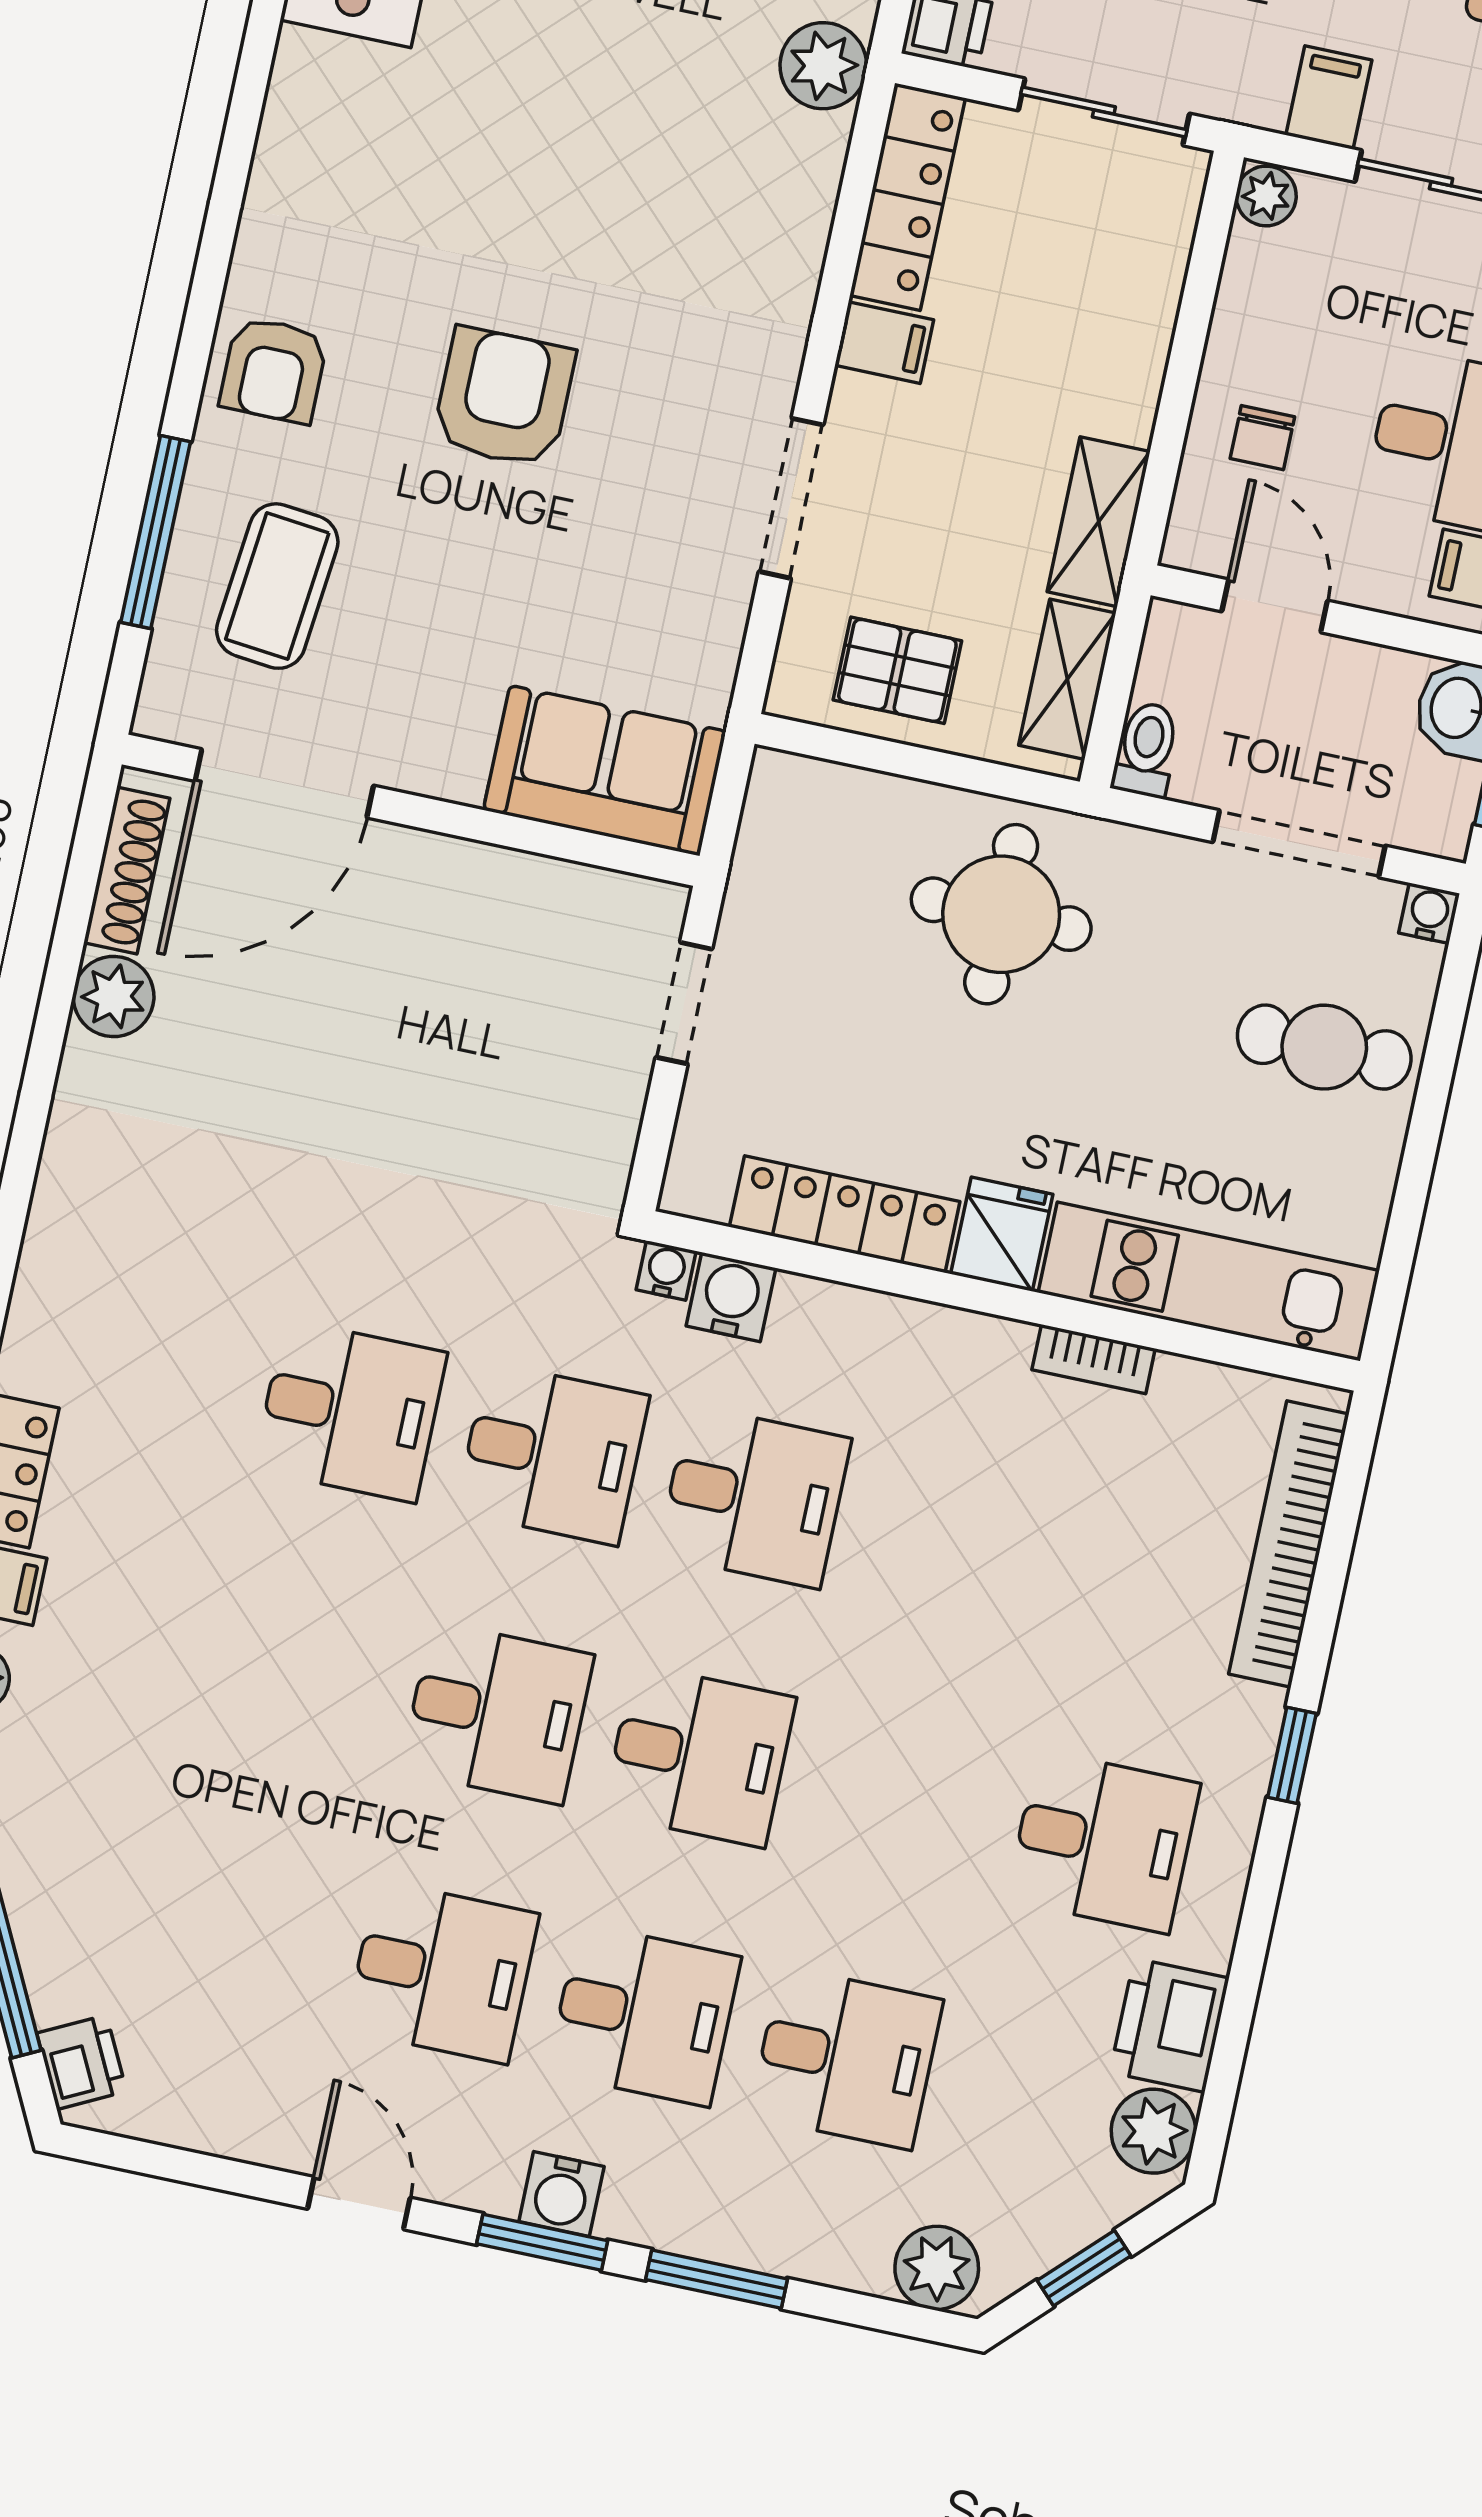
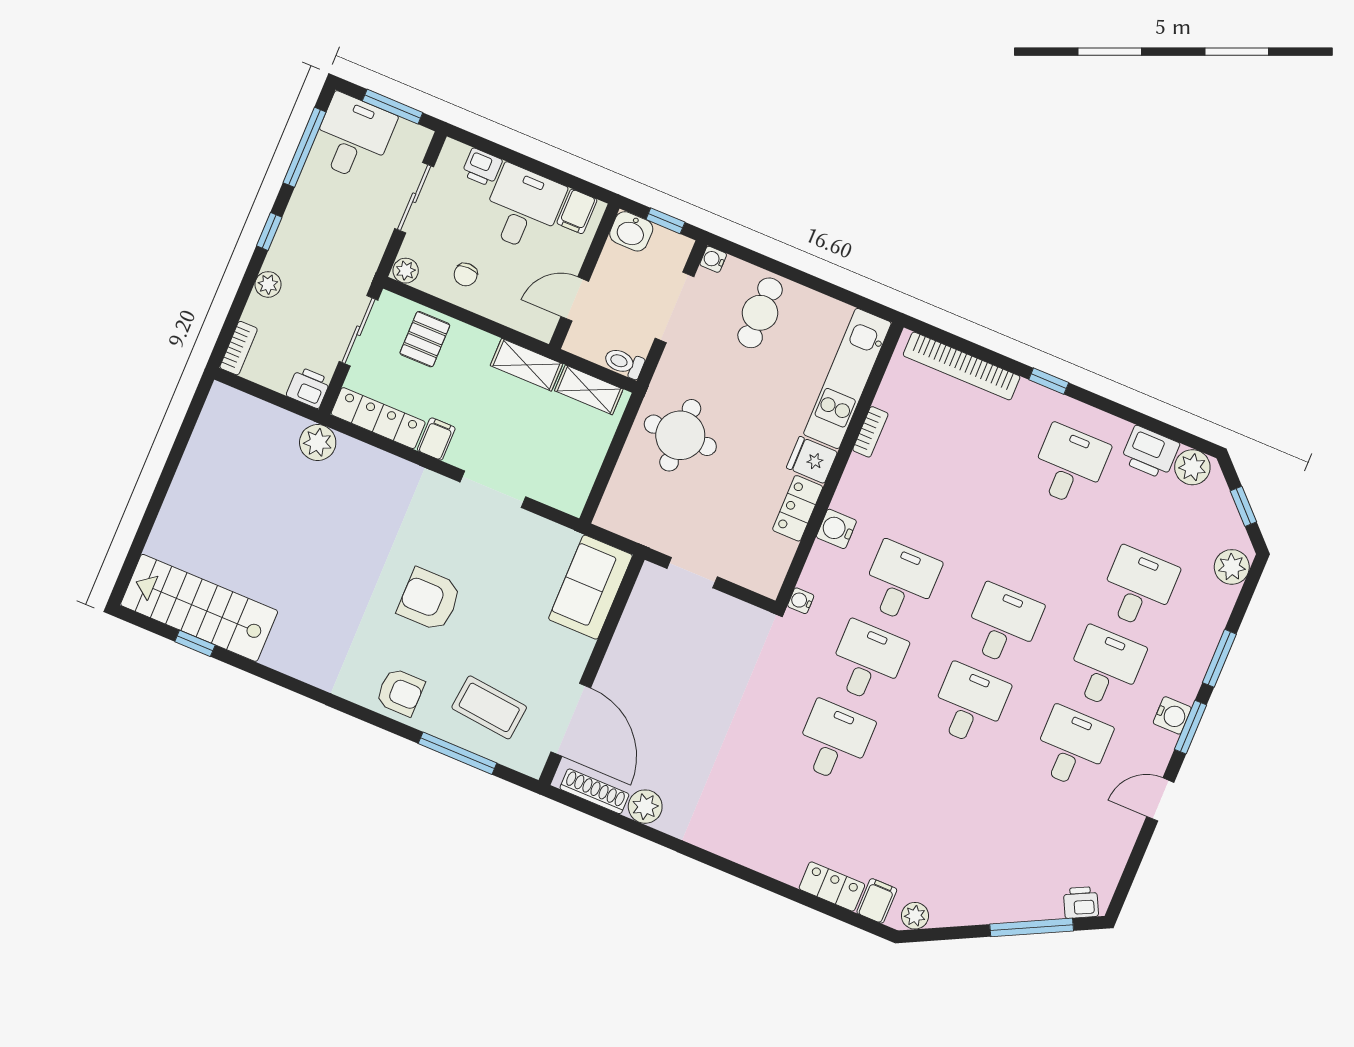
filing cabinet: (1329, 98) -> (370, 237), removed
chair: (1262, 438) -> (466, 275), moved, turned 90
pallet: (897, 670) -> (425, 339), moved
locker: (845, 1214) -> (798, 508), width x0.66
water cooler: (731, 1297) -> (836, 529), moved

